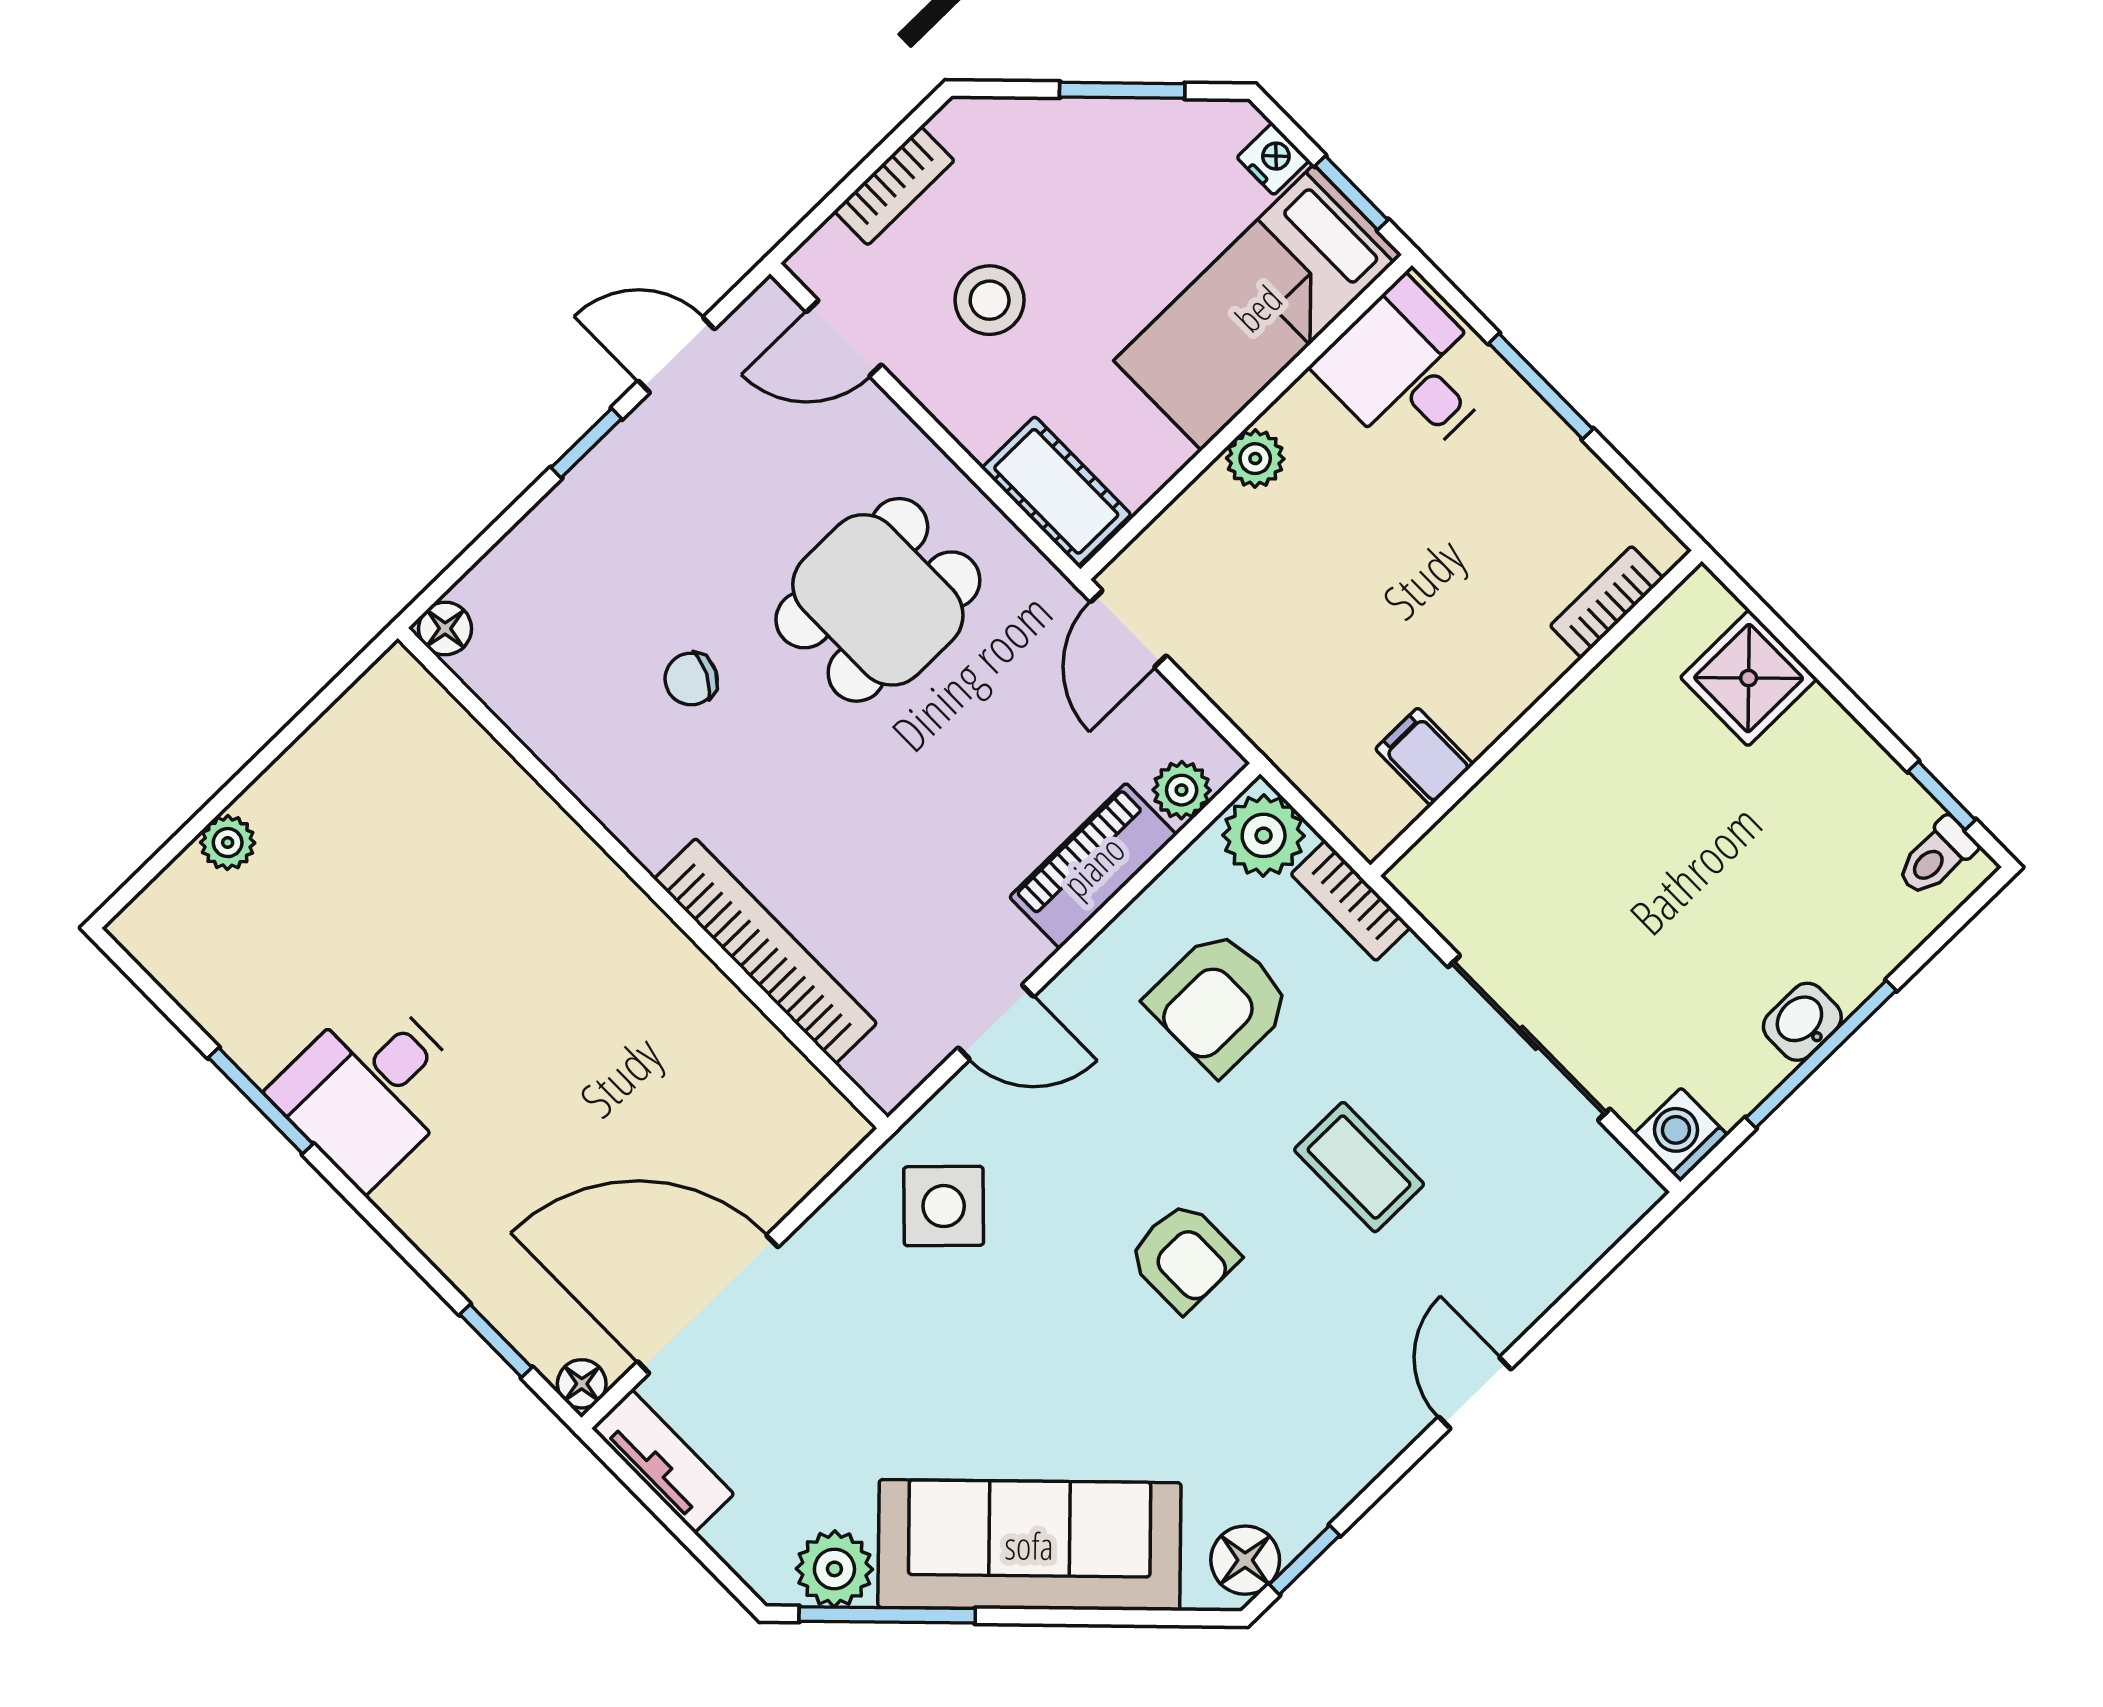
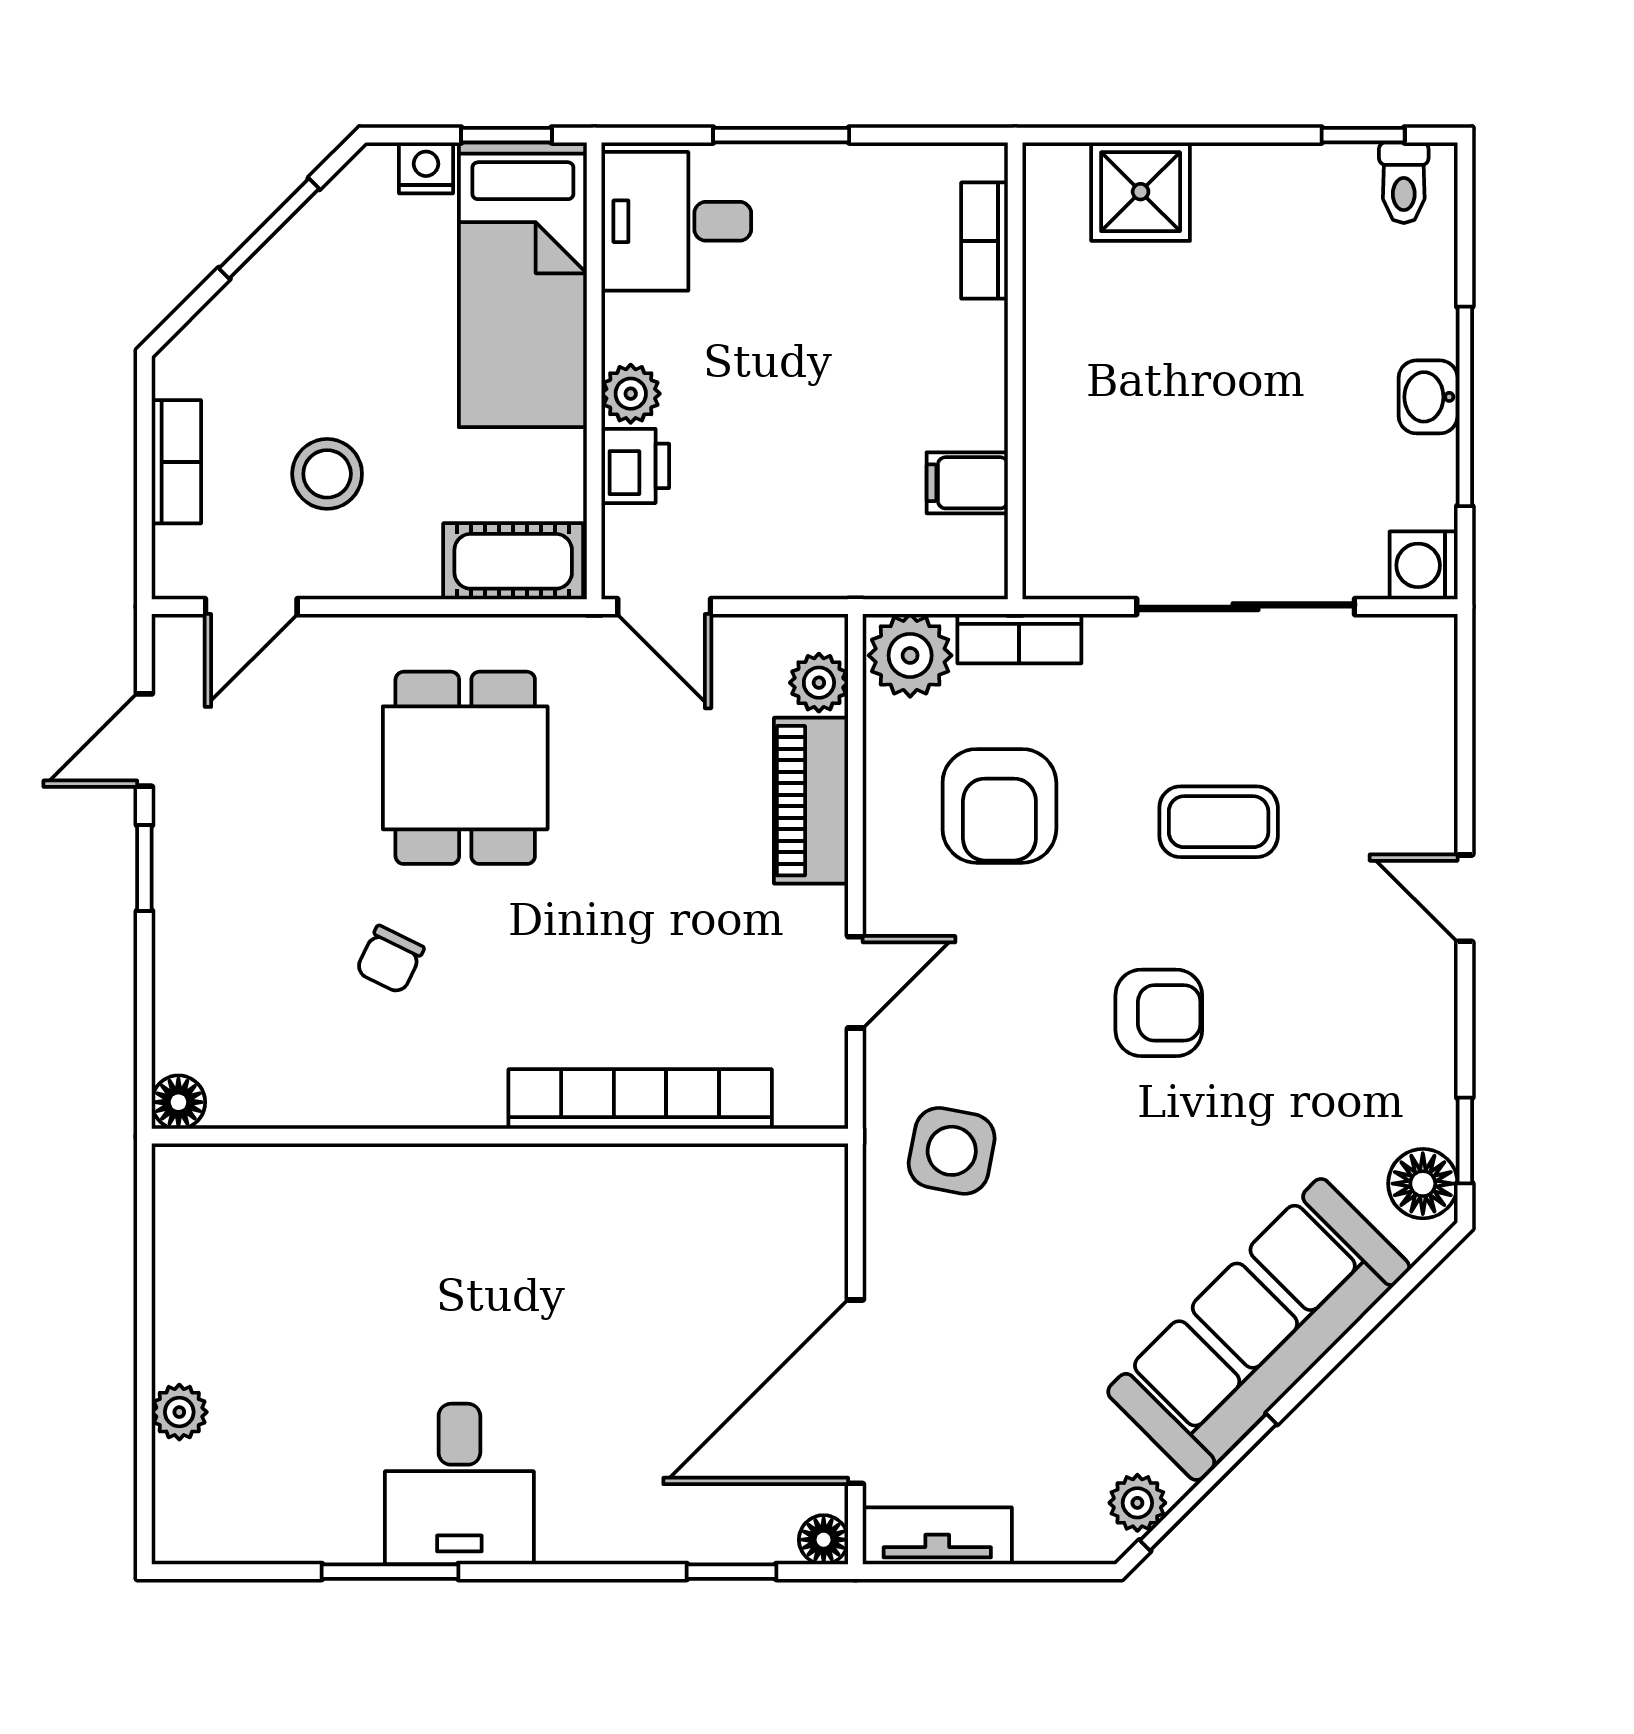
printer: (1207, 511) -> (635, 466), added
side table: (944, 1206) -> (952, 1151), turned -33
plant: (834, 1569) -> (1137, 1503), width x0.73, depth x0.73

